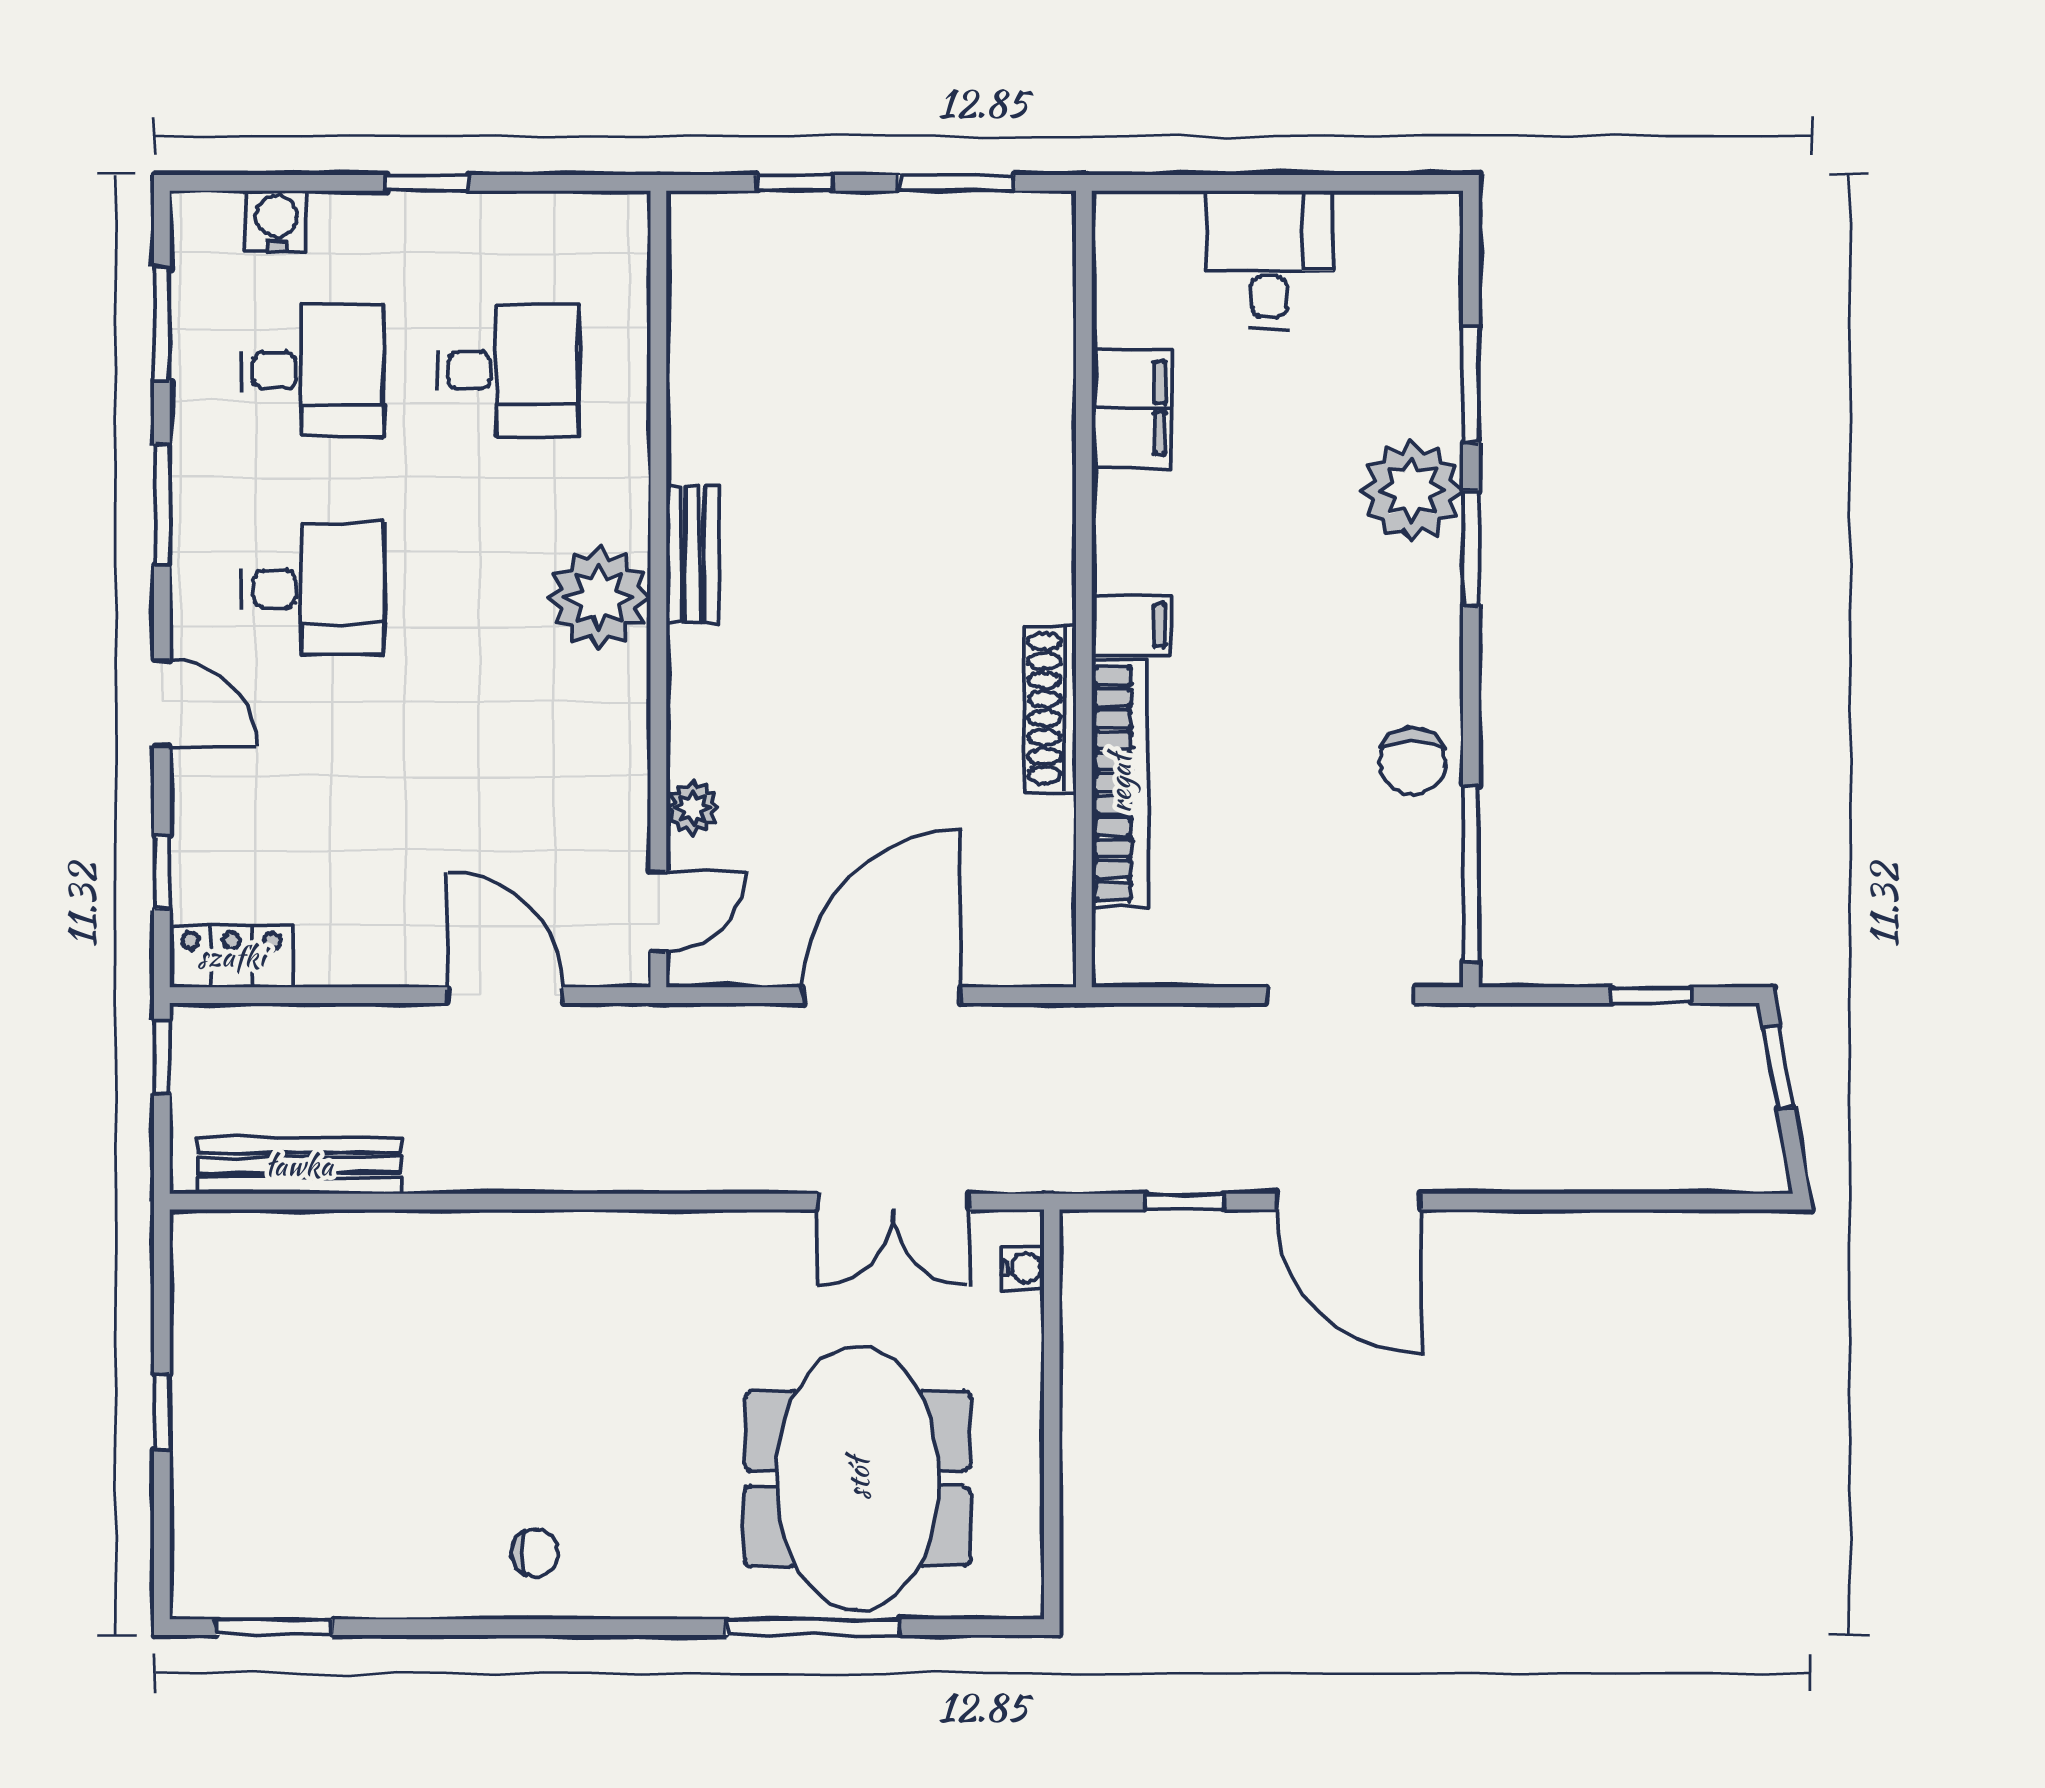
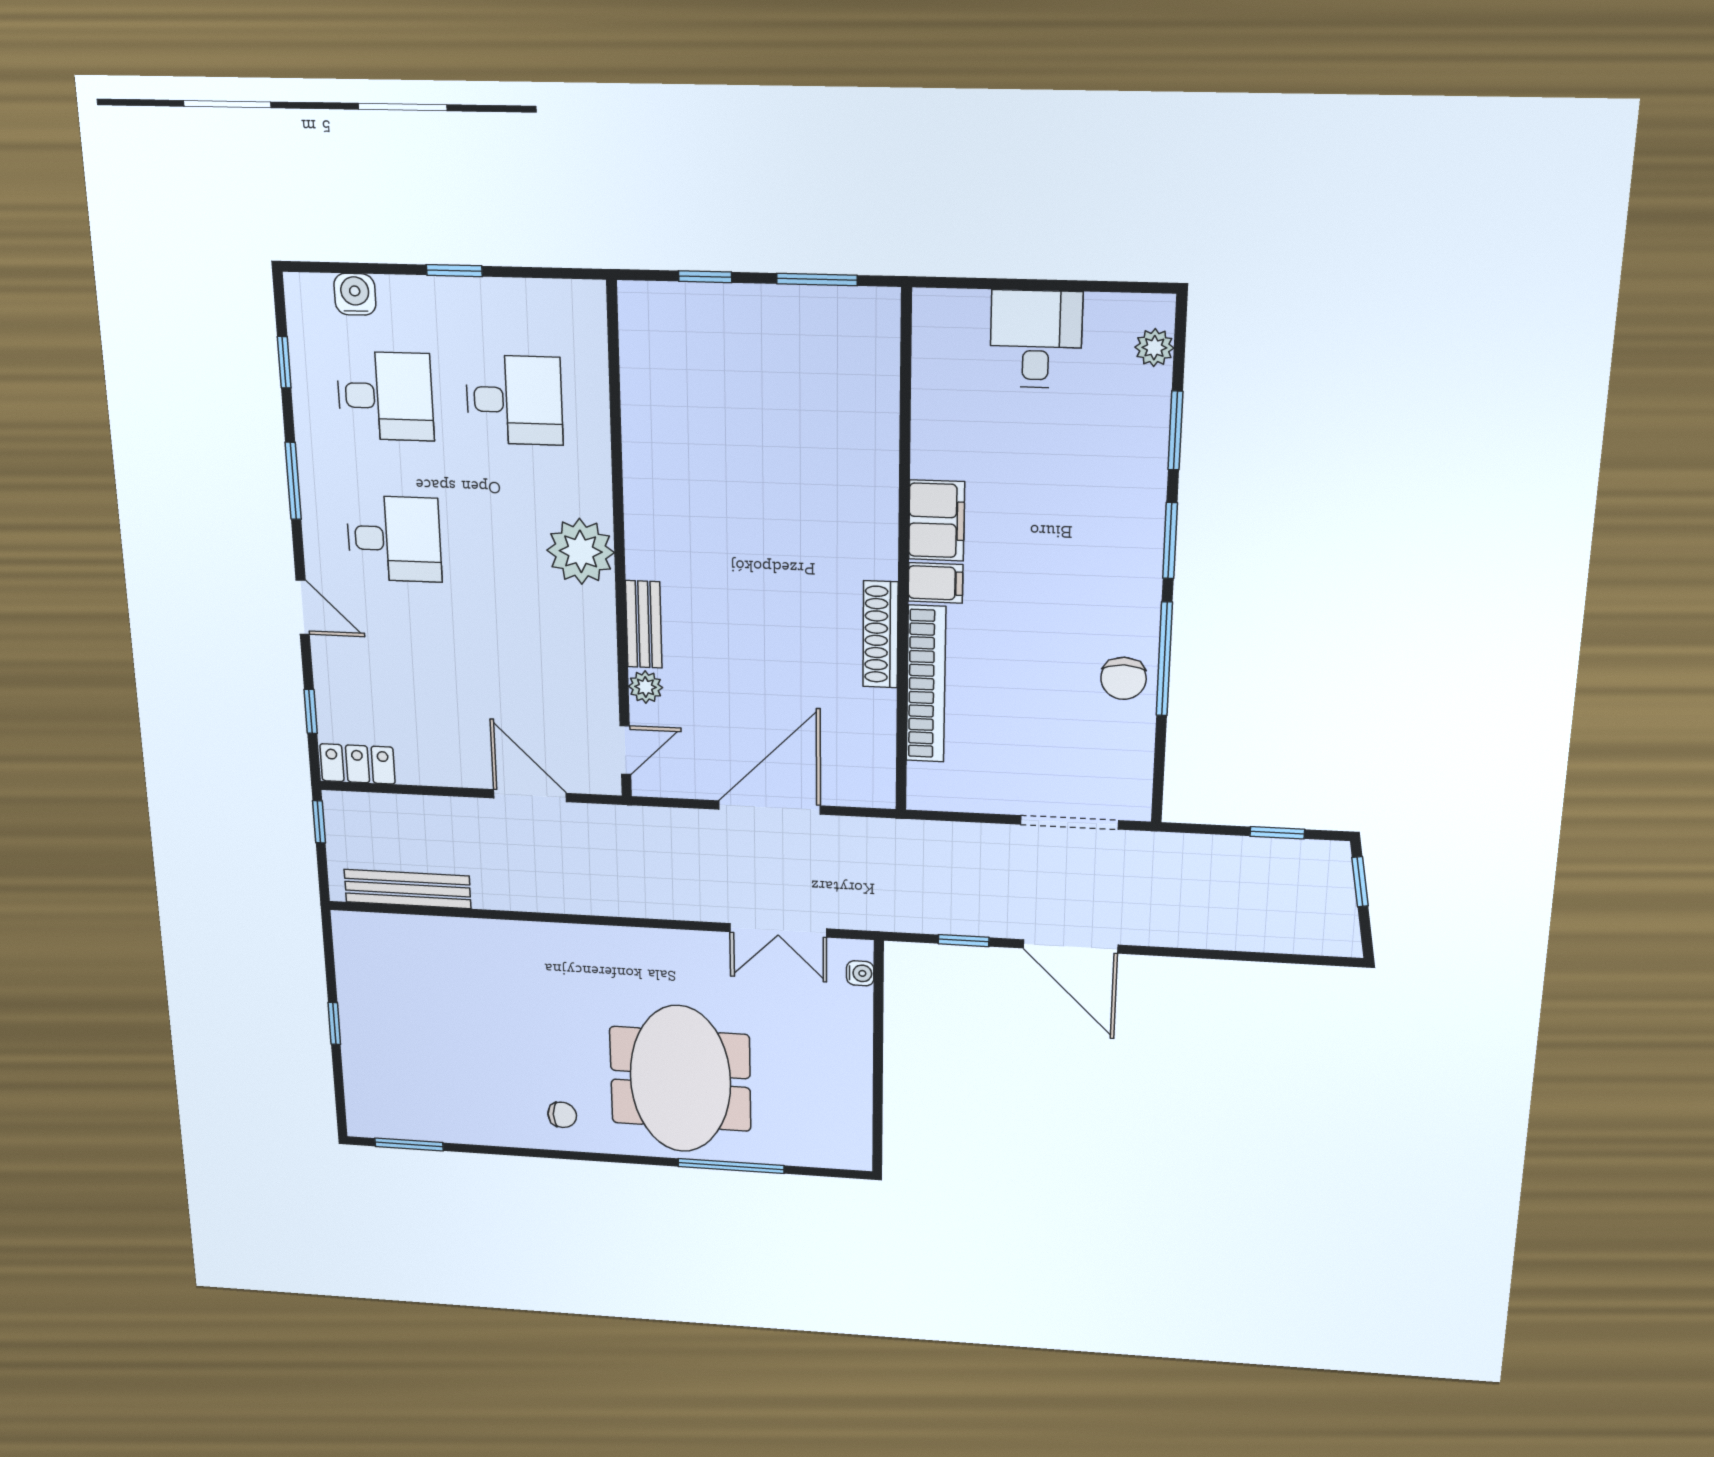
window: (162, 324) -> (284, 362), width x0.67
filing cabinet: (1132, 408) -> (937, 520), moved
plant: (1412, 491) -> (1154, 348), moved, width x0.53, depth x0.53
bench: (692, 554) -> (644, 624), moved
window: (1471, 874) -> (1164, 659), moved
meeting table: (858, 1479) -> (680, 1079), moved

